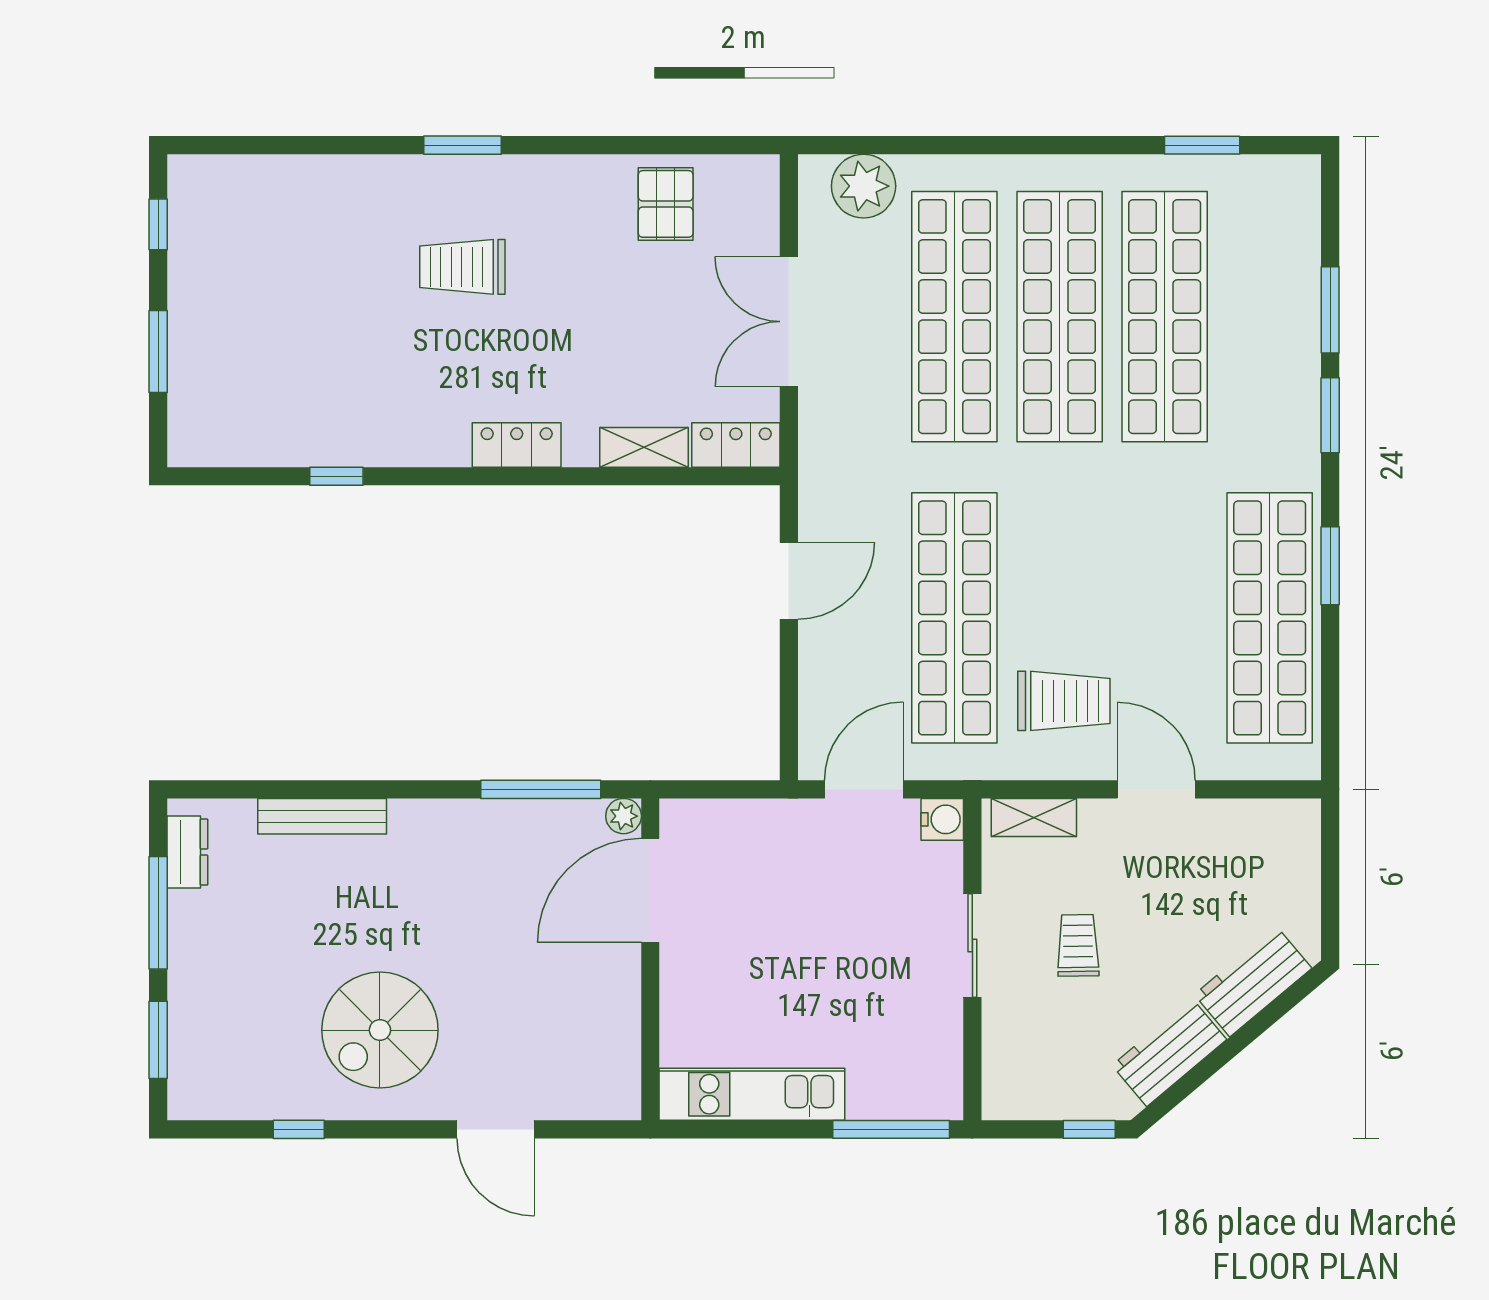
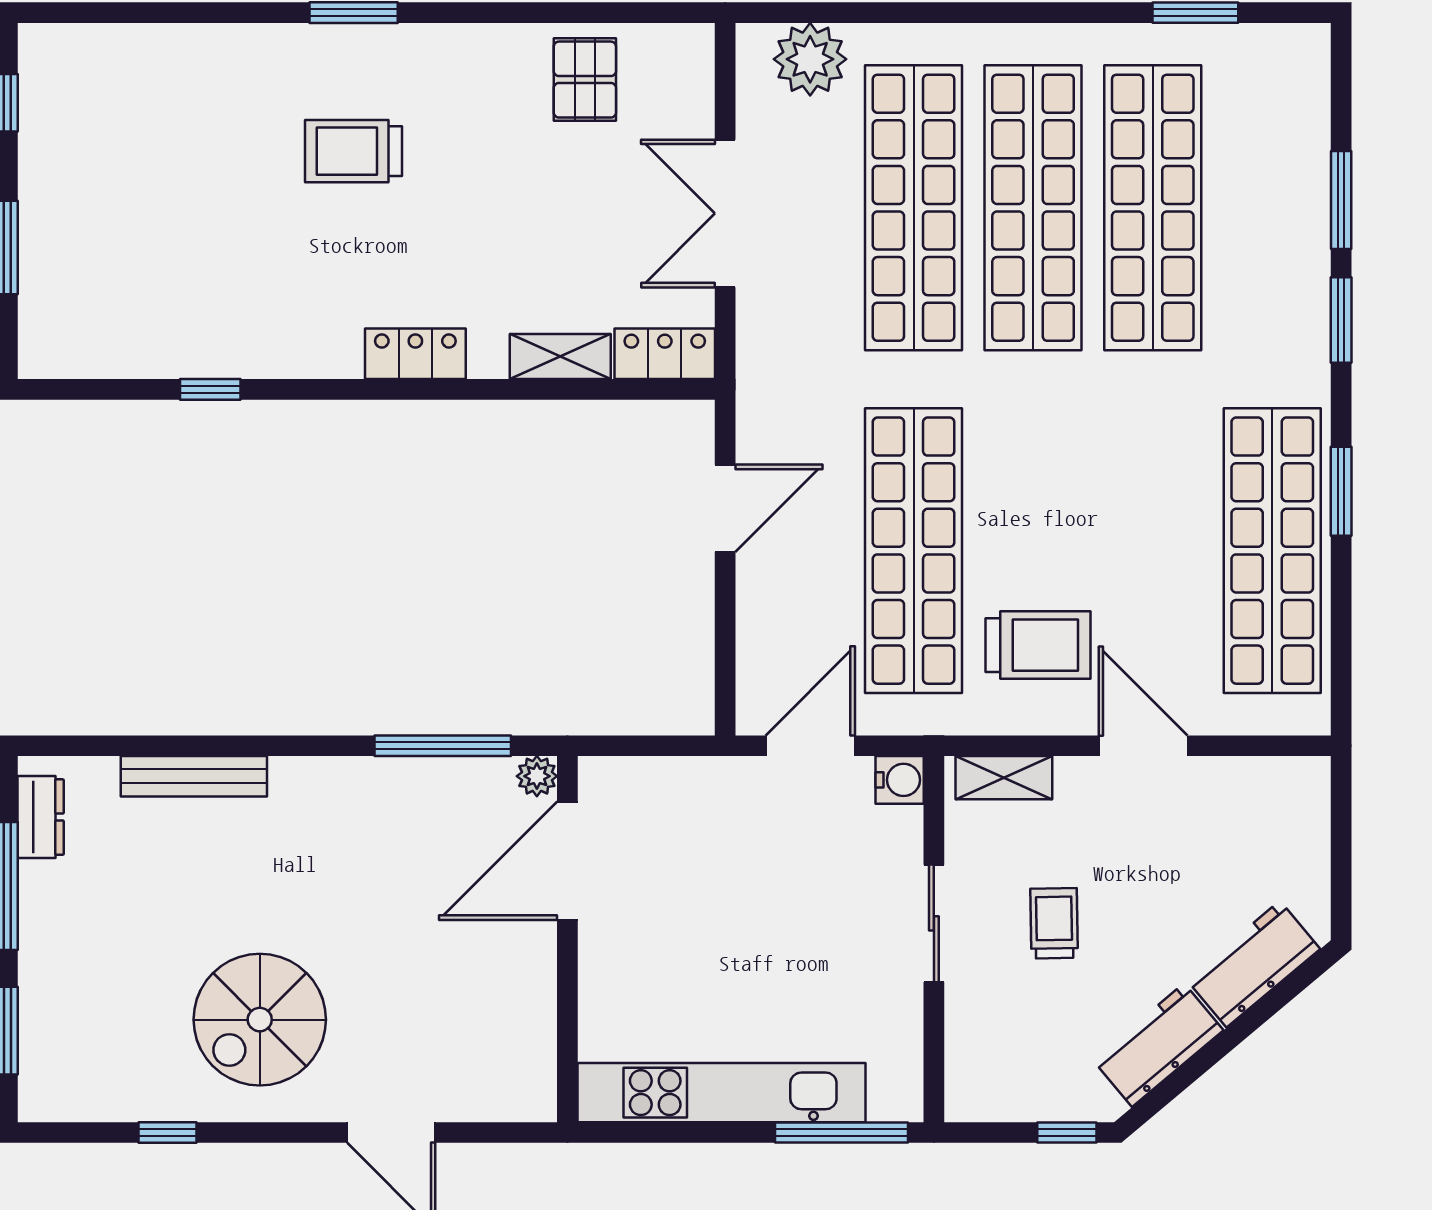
kitchen unit: (752, 1094) -> (721, 1093), width x1.36

